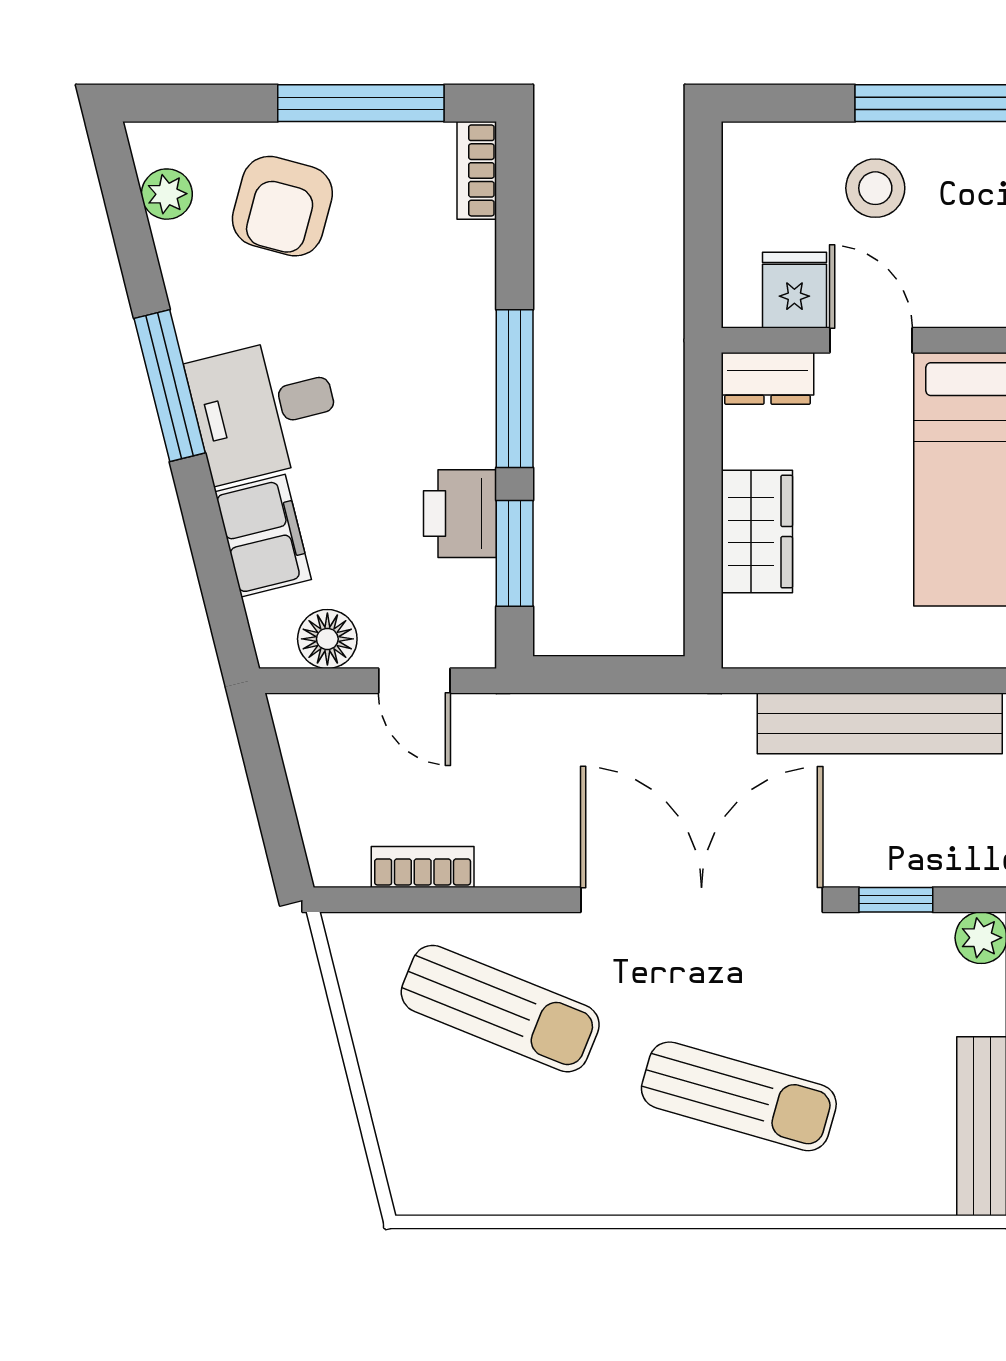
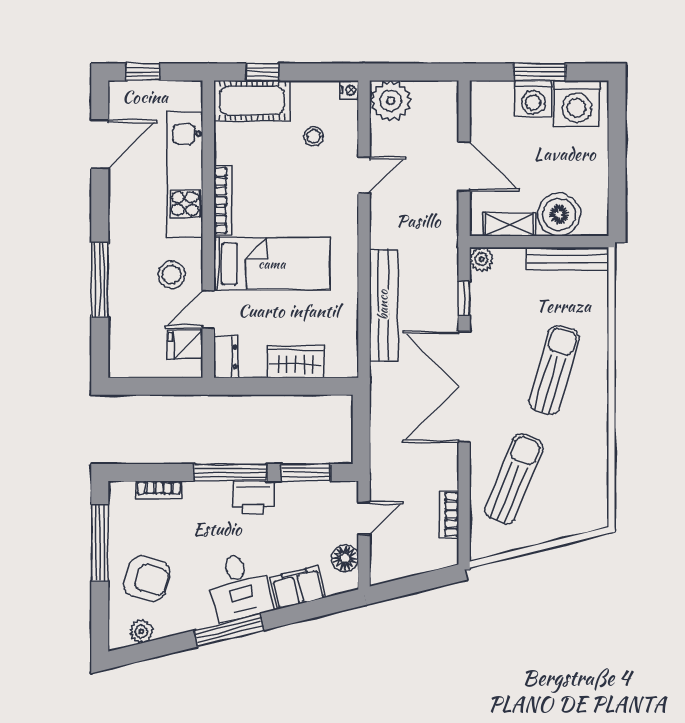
bookcase: (477, 170) -> (159, 490), moved
stool: (875, 188) -> (172, 275), moved
printer: (460, 514) -> (253, 497), moved

